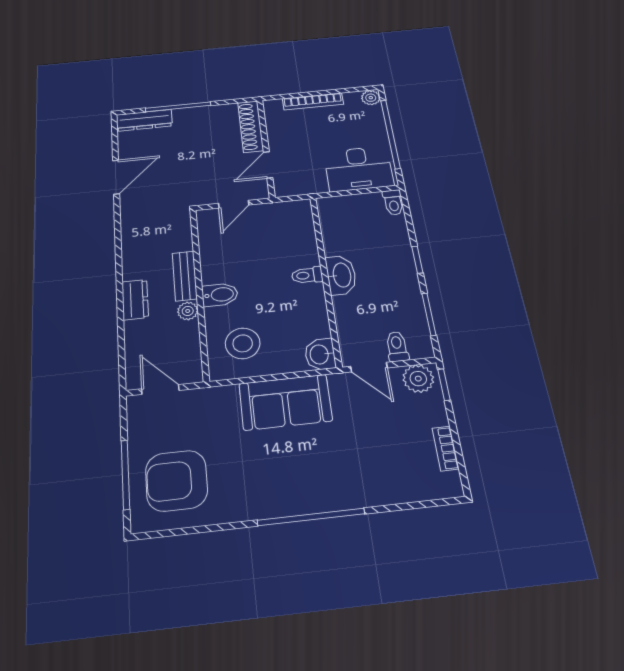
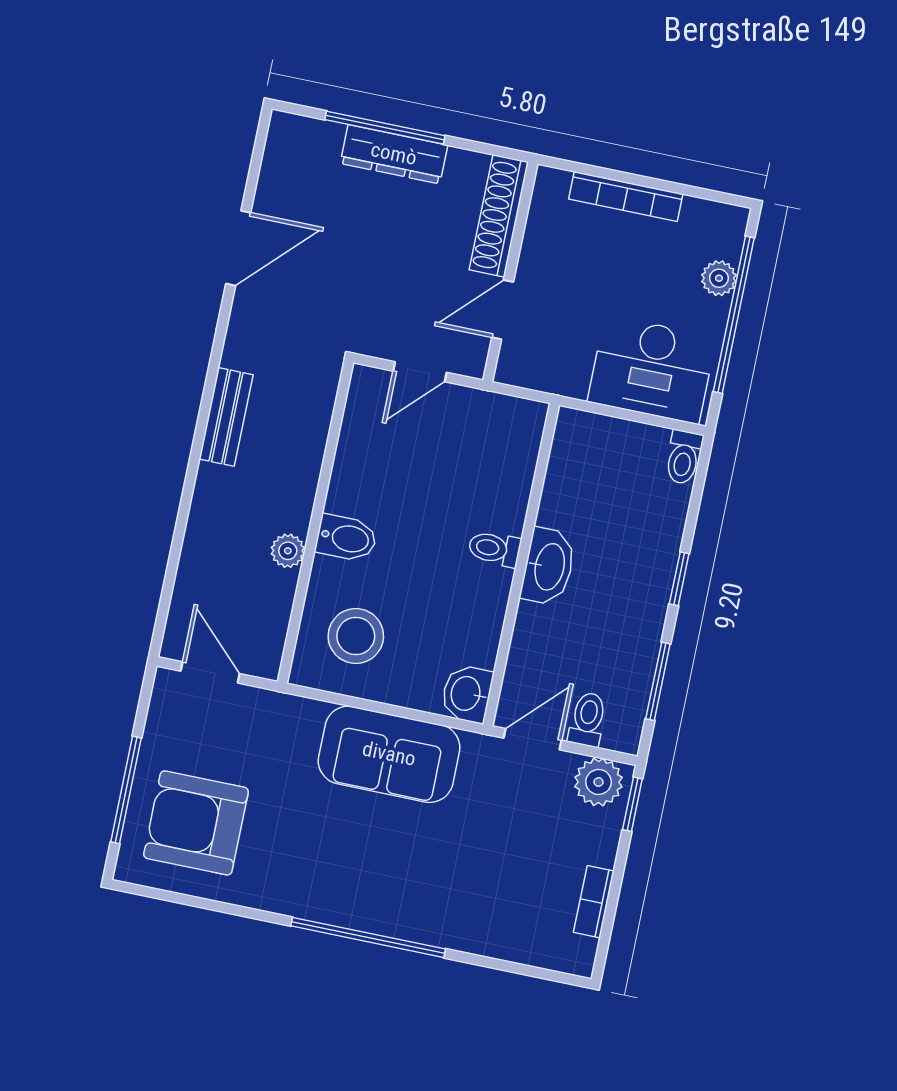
plant: (371, 98) -> (719, 278), moved
dresser: (144, 120) -> (394, 154), moved
bench: (185, 276) -> (226, 417), moved
dresser: (135, 300) -> (211, 502), removed
door: (369, 367) -> (533, 739), swing flipped

